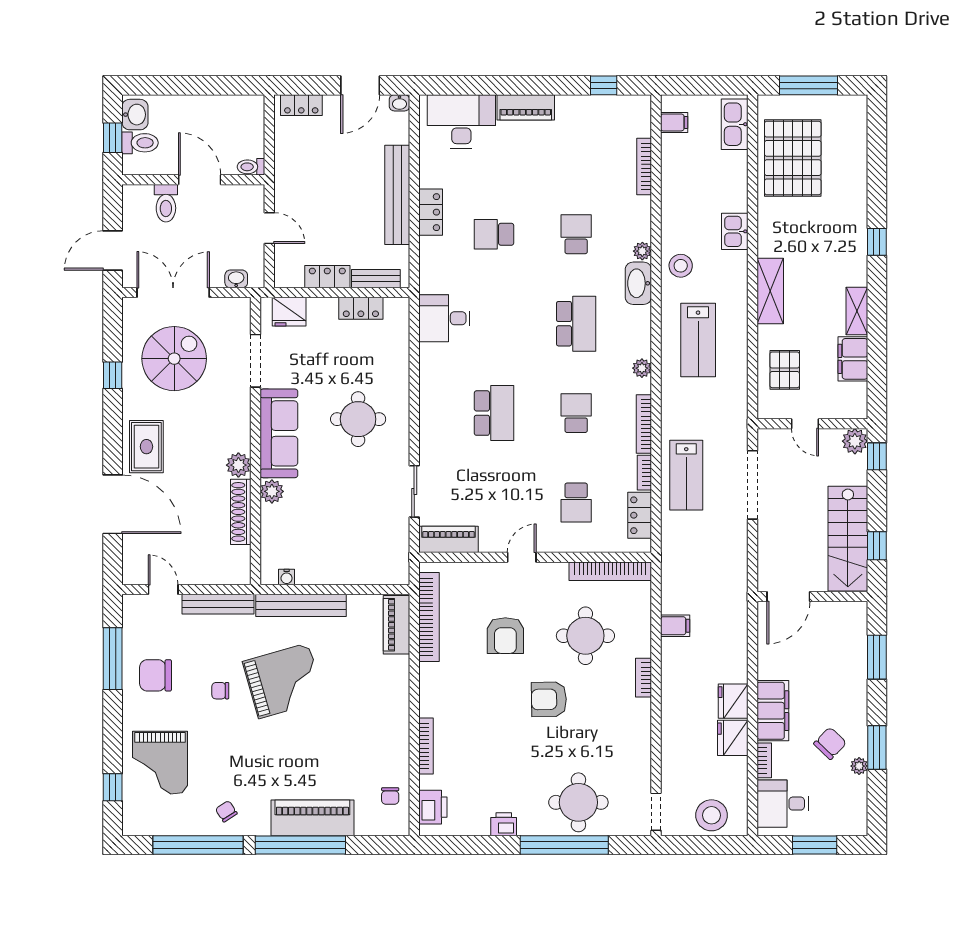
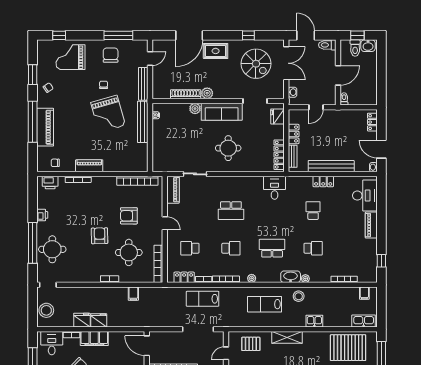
toilet: (166, 203) -> (327, 45), moved
locker: (361, 308) -> (279, 155), width x1.53
school desk: (576, 324) -> (272, 248), turned 180
piano: (397, 625) -> (89, 166), moved
window: (198, 845) -> (33, 75), width x0.47

